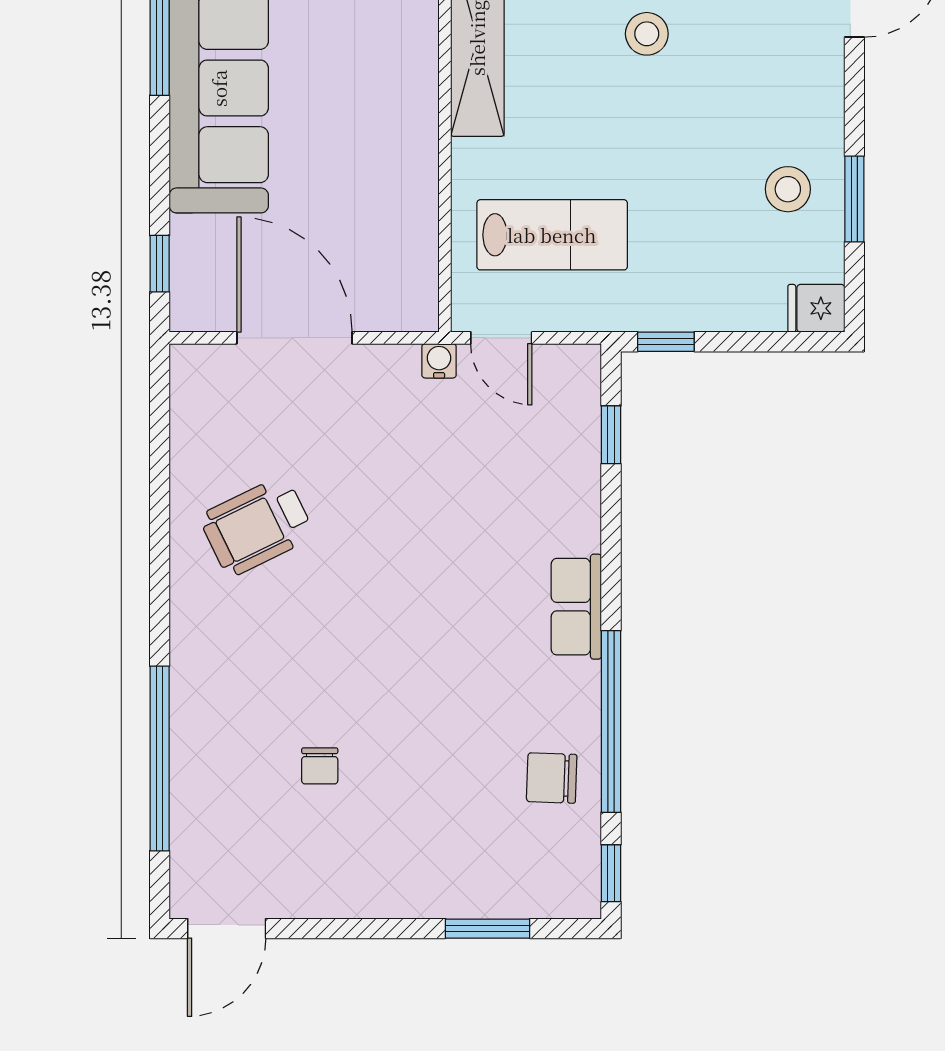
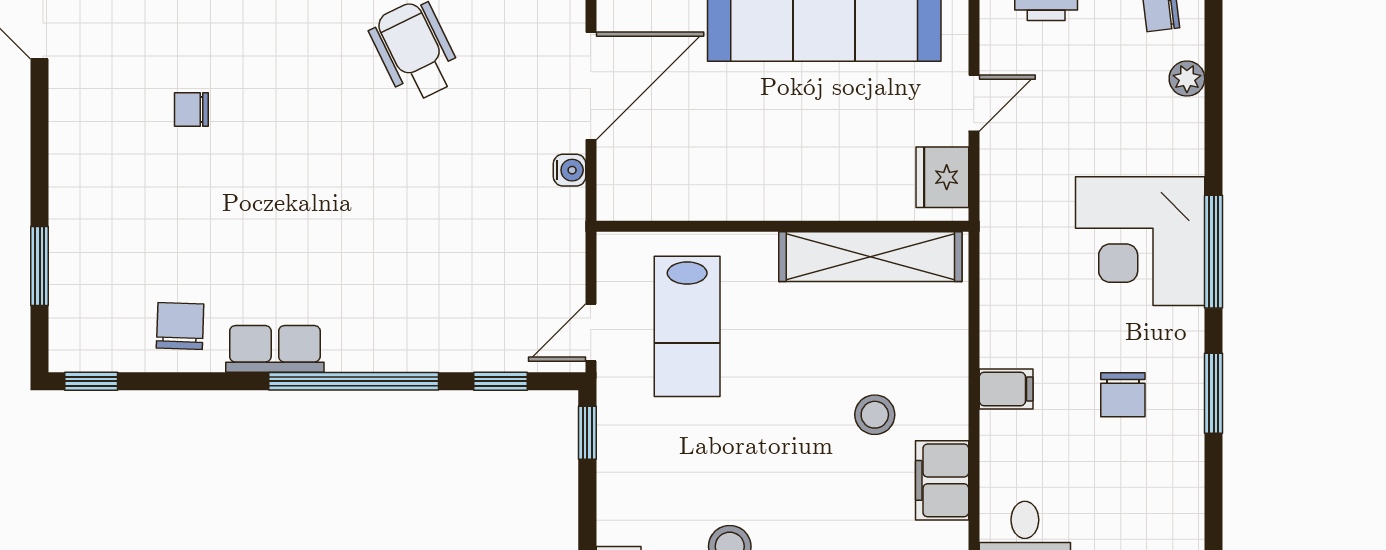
door: (501, 338) -> (591, 333), moved
water cooler: (439, 361) -> (570, 170), moved
row of seats: (576, 607) -> (275, 349), moved
window: (611, 721) -> (354, 381), moved

